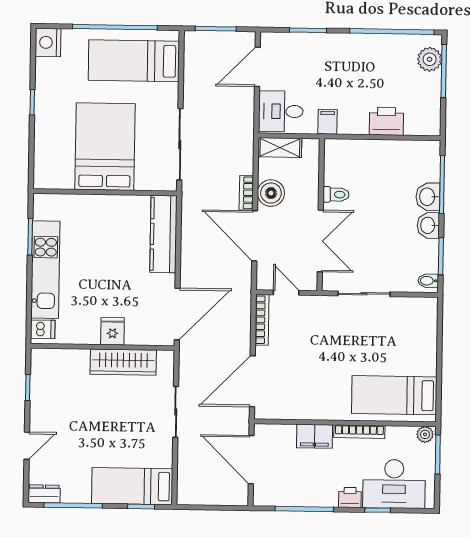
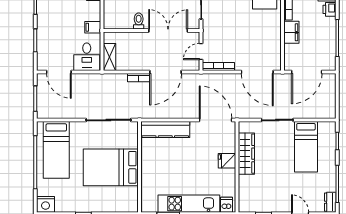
boiler: (271, 193) -> (138, 62), removed
bed: (132, 486) -> (306, 147), moved

